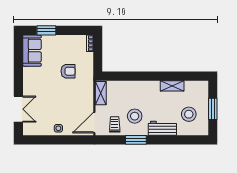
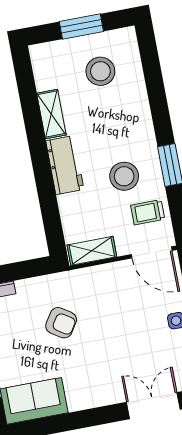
armchair: (68, 71) -> (61, 323), turned 123
workbench: (162, 128) -> (65, 165), moved, turned 180

